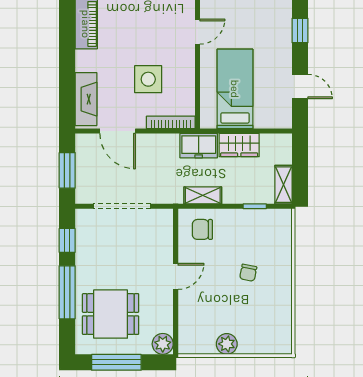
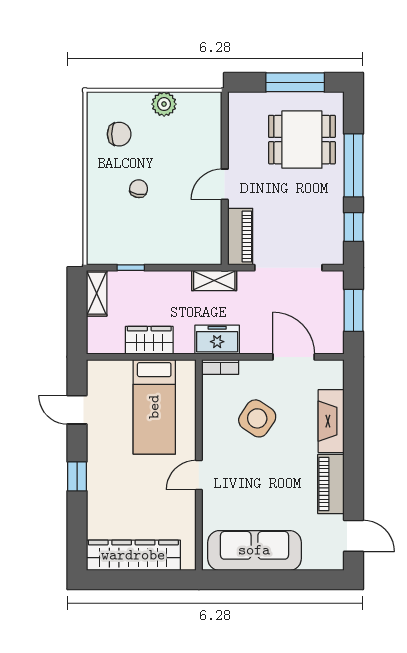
side table: (148, 79) -> (257, 418), turned 34
fireplace: (86, 99) -> (331, 421), moved
bookcase: (171, 122) -> (220, 367), width x0.64
freezer: (199, 146) -> (217, 340), moved
shelving: (203, 195) -> (214, 280), moved
chair: (202, 229) -> (119, 134), moved
piano: (163, 232) -> (240, 237), added
plant: (163, 344) -> (240, 104), removed

